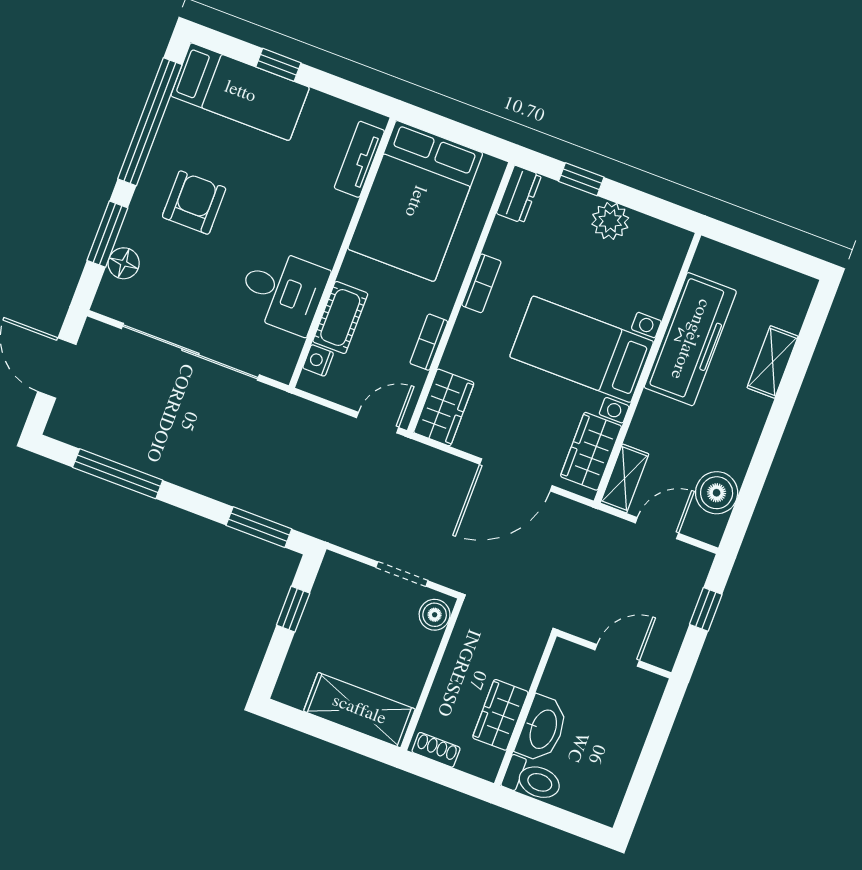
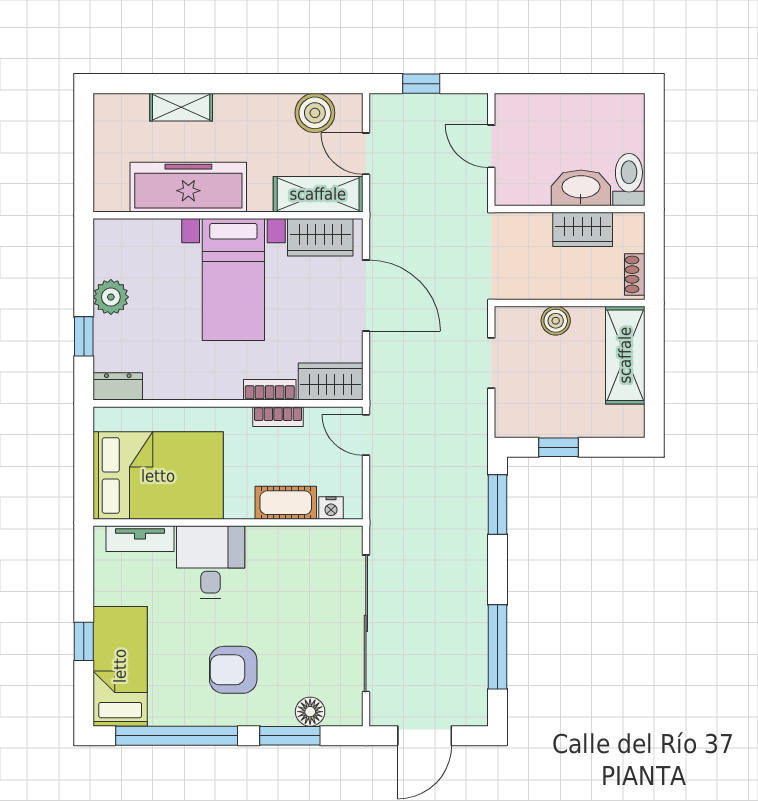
bookcase: (481, 283) -> (270, 390), moved
desk: (283, 291) -> (211, 562), moved
shelving: (624, 478) -> (318, 194), width x1.50, depth x1.33
boiler: (435, 615) -> (556, 321), moved

